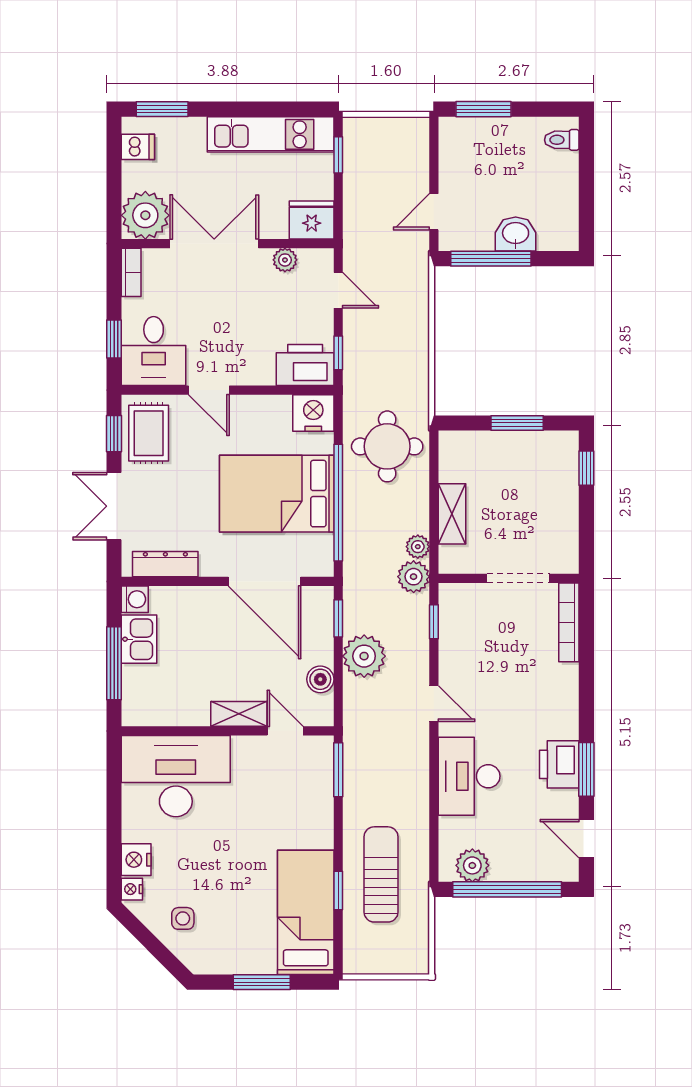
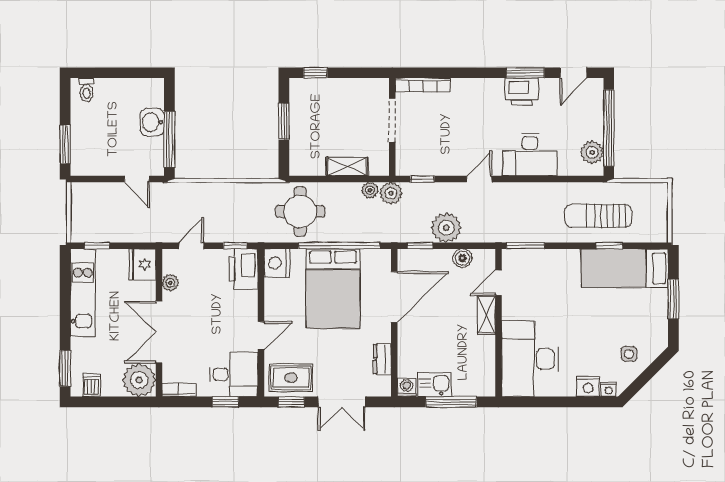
dresser: (165, 564) -> (382, 359), width x0.70

